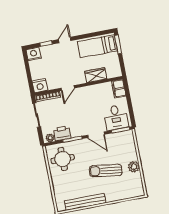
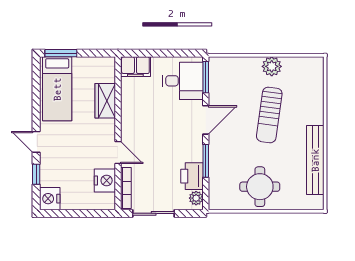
nightstand: (40, 86) -> (105, 181), moved
round table: (63, 159) -> (260, 187), moved

